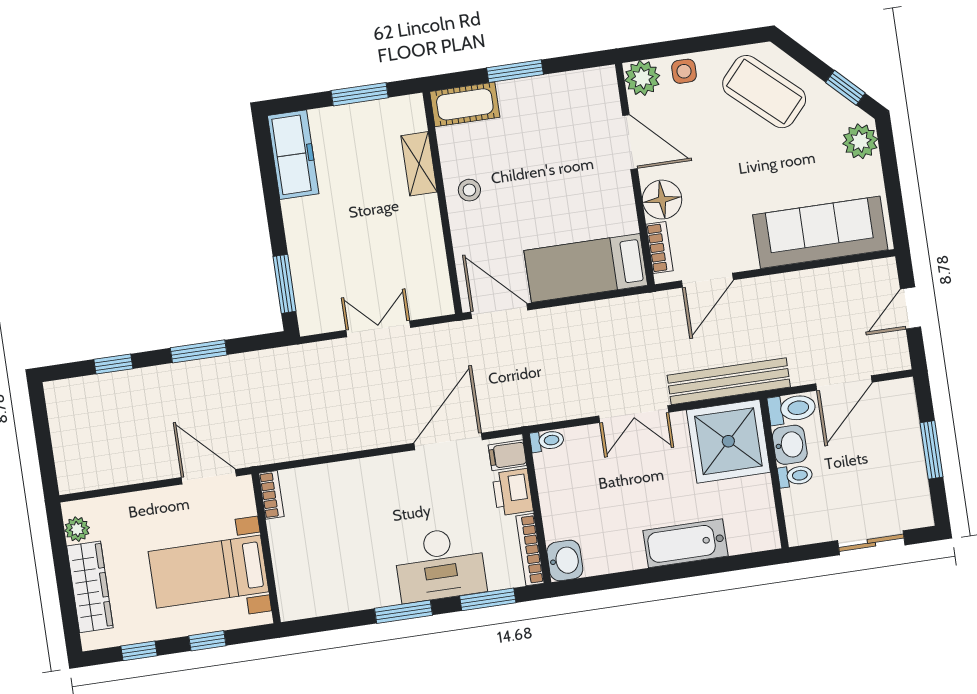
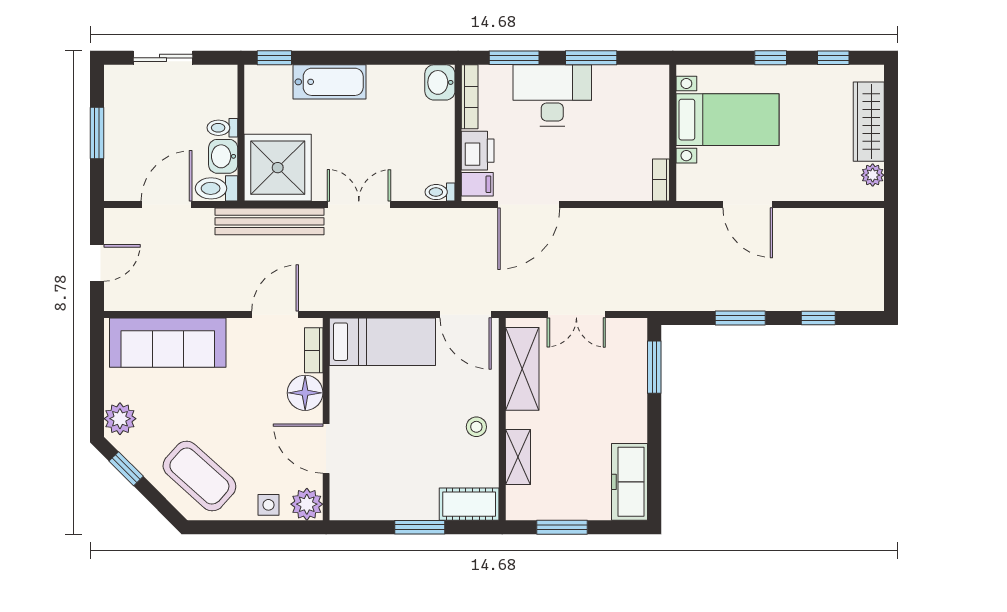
shelving: (429, 261) -> (522, 369), added
bookcase: (271, 495) -> (661, 180), moved
wall: (266, 548) -> (673, 133), moved
window: (750, 561) -> (274, 58), added
bed with nightstands: (208, 572) -> (727, 120), moved

